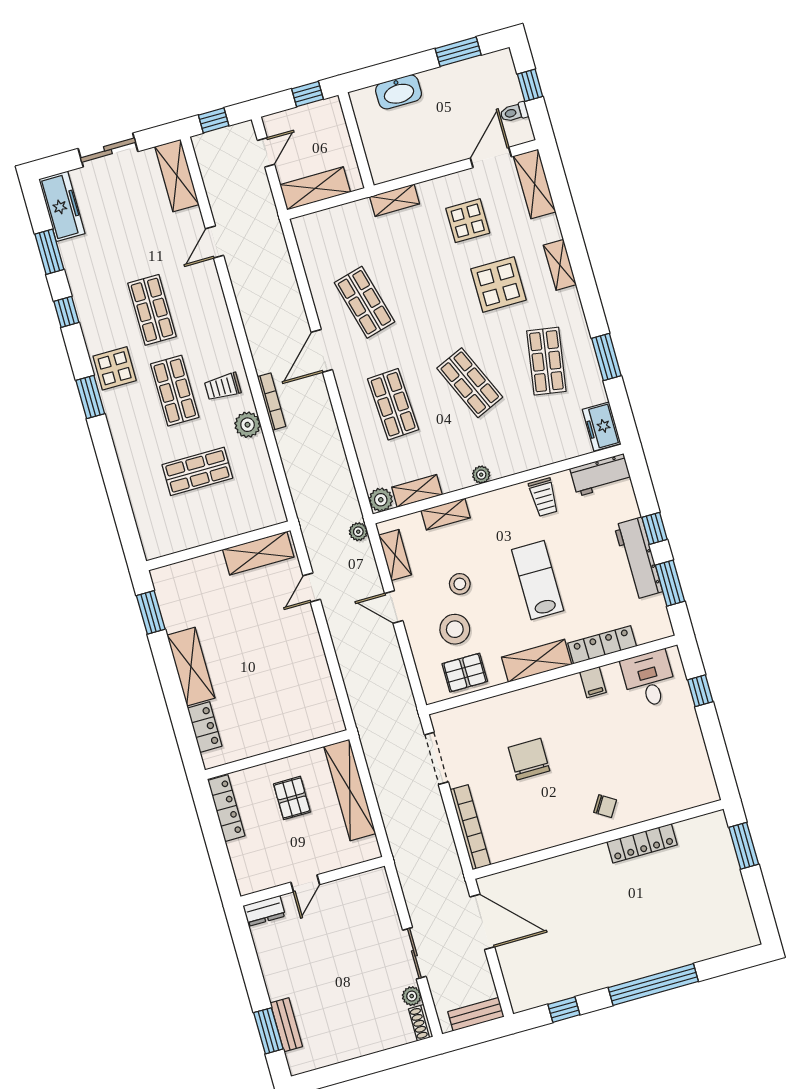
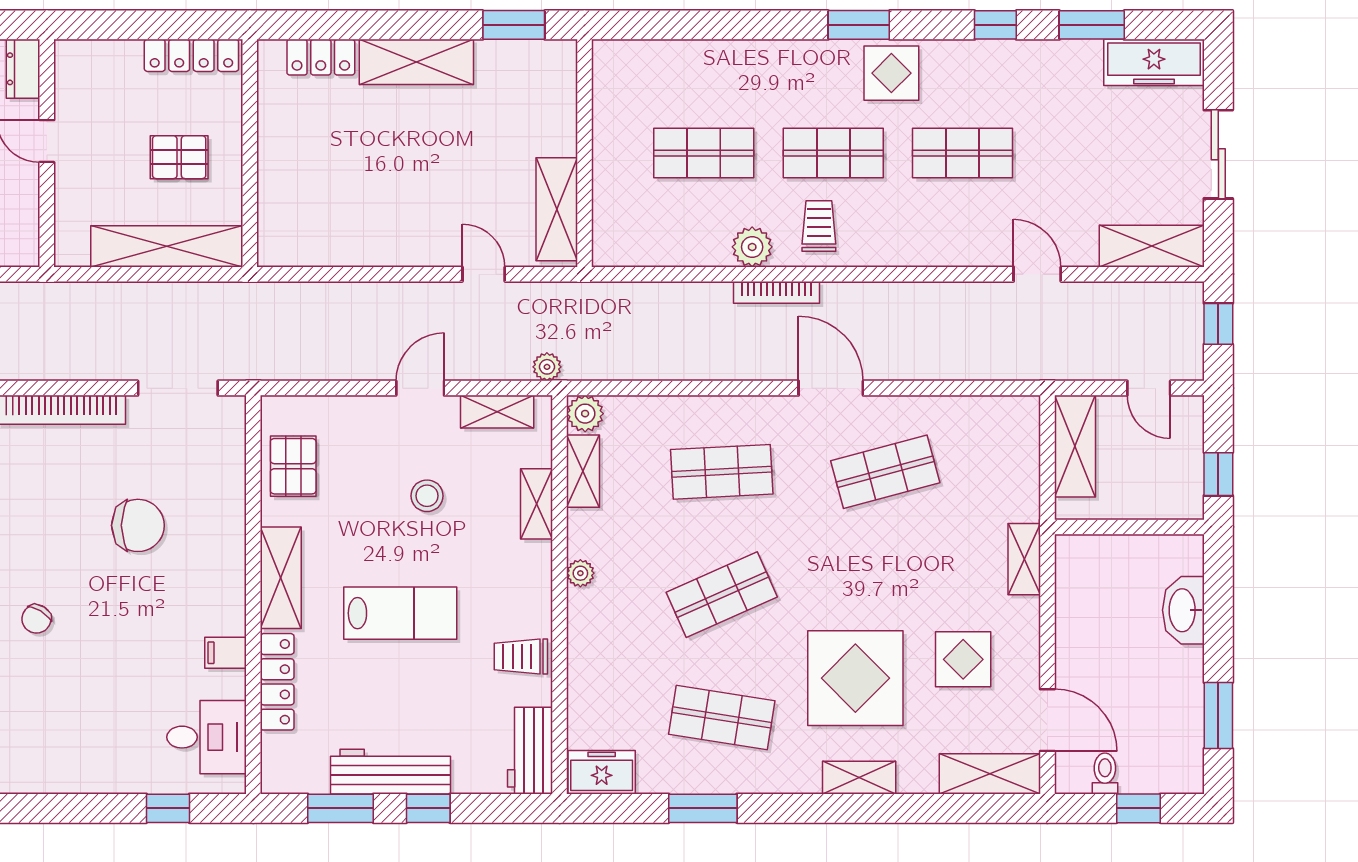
display table: (498, 285) -> (855, 678), width x1.36, depth x1.36
shop shelf: (197, 471) -> (704, 153), turned 90
stool: (455, 629) -> (362, 469), removed

